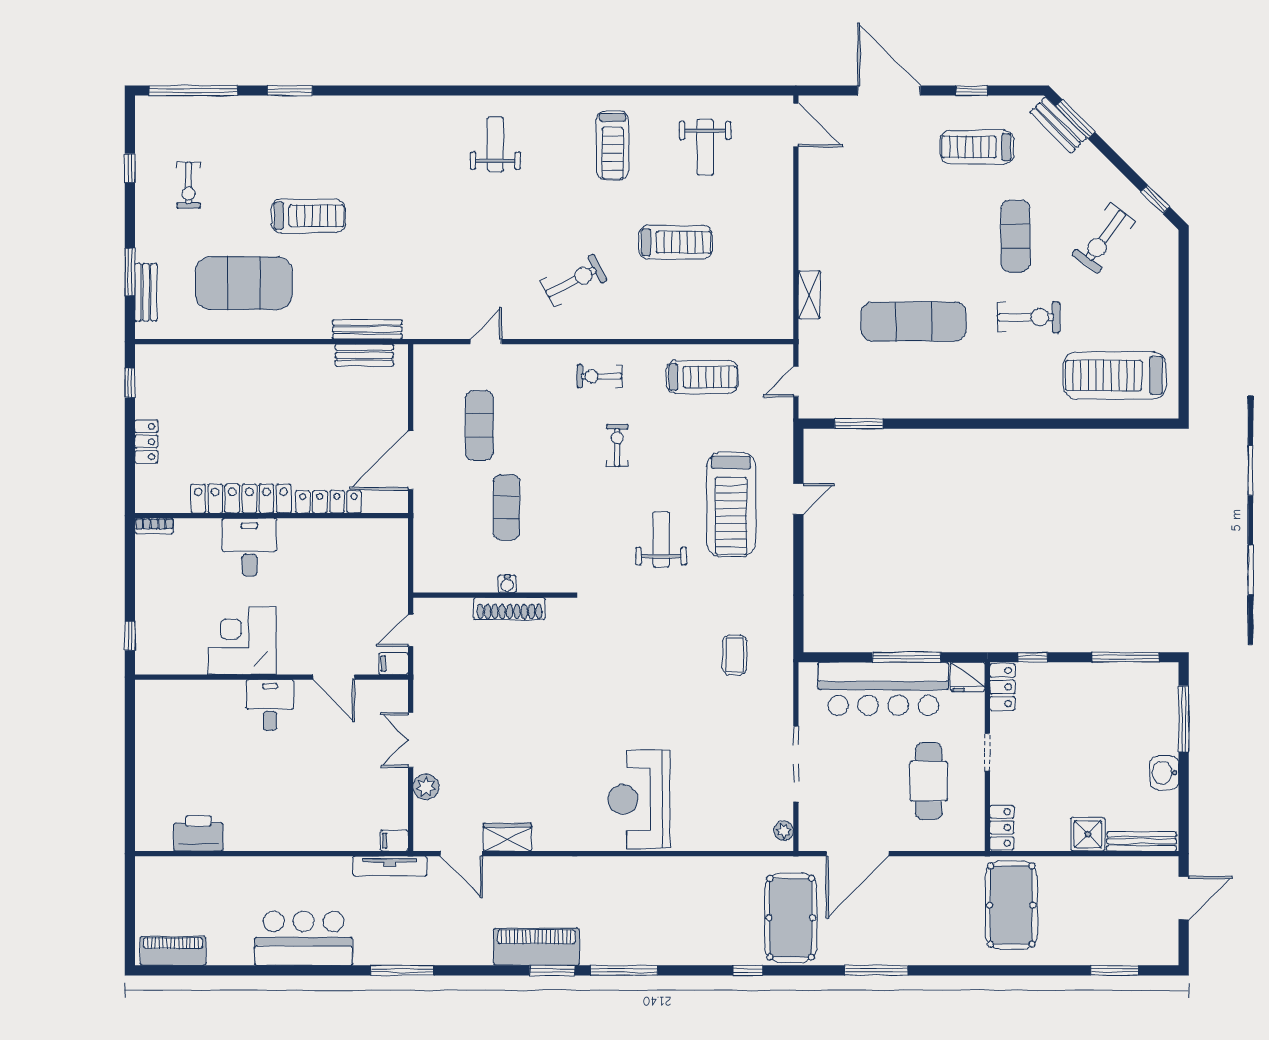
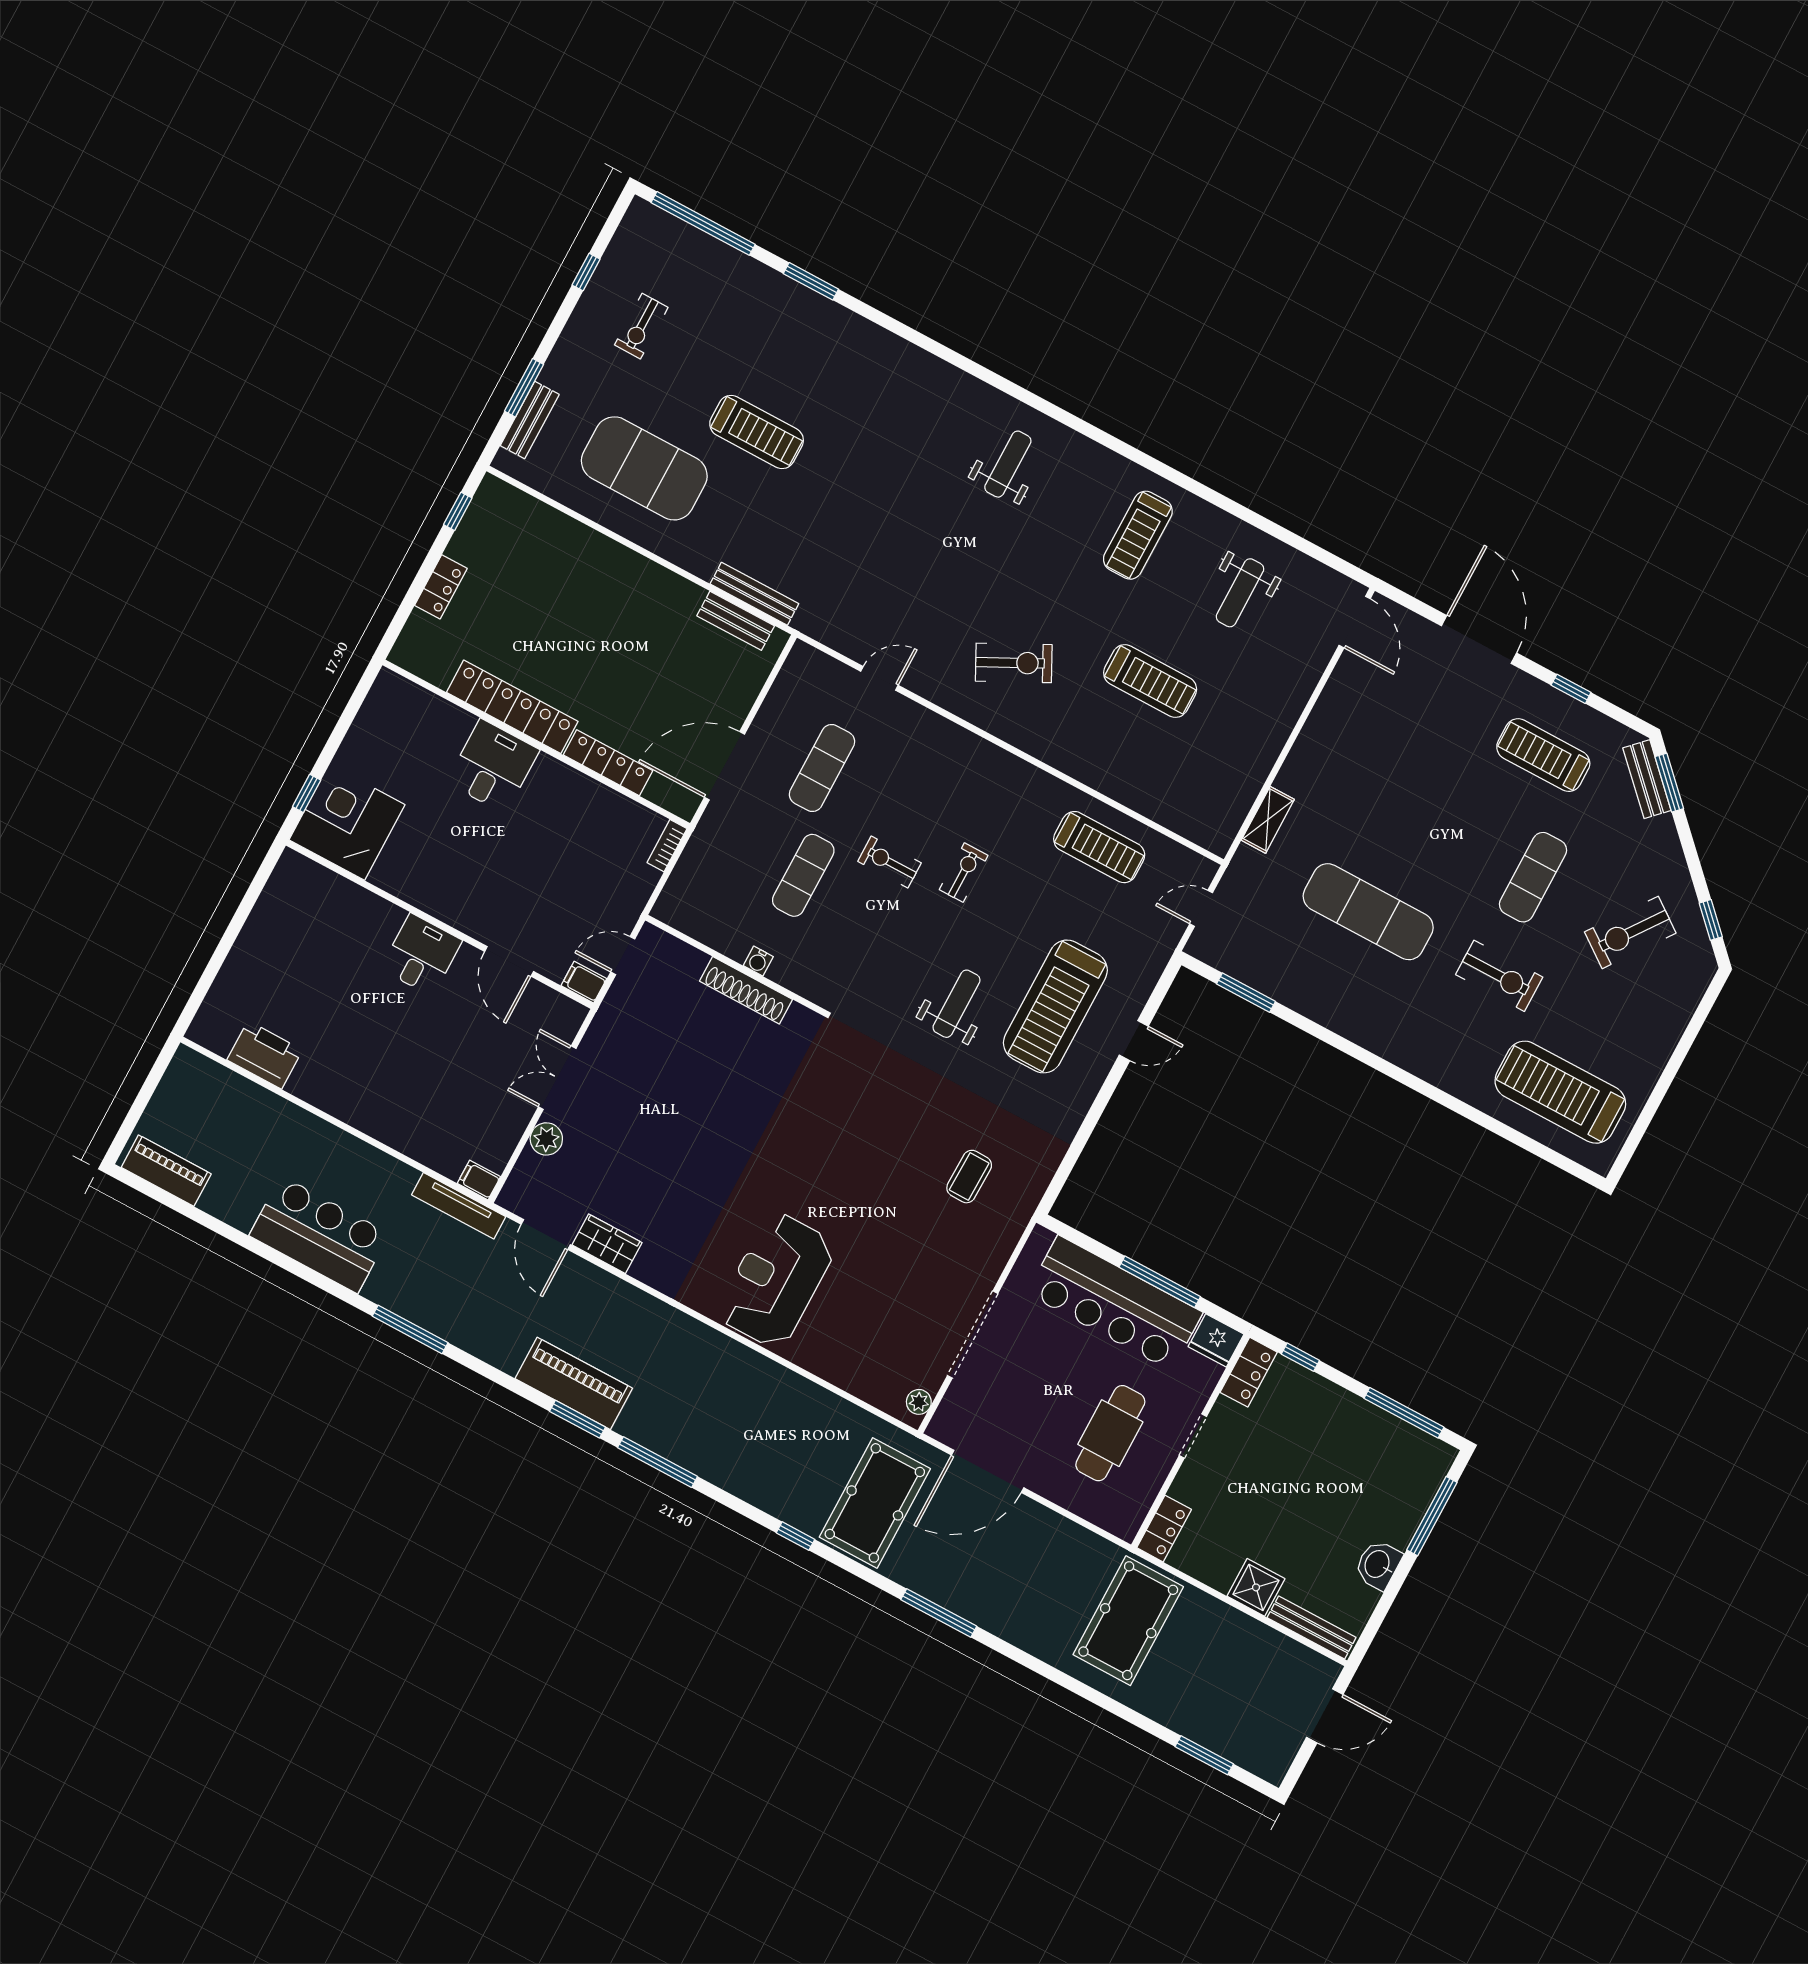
exercise bike: (600, 376) -> (890, 862), moved
bookcase: (154, 526) -> (667, 846), moved, turned 90
corner desk: (242, 641) -> (347, 822), moved

